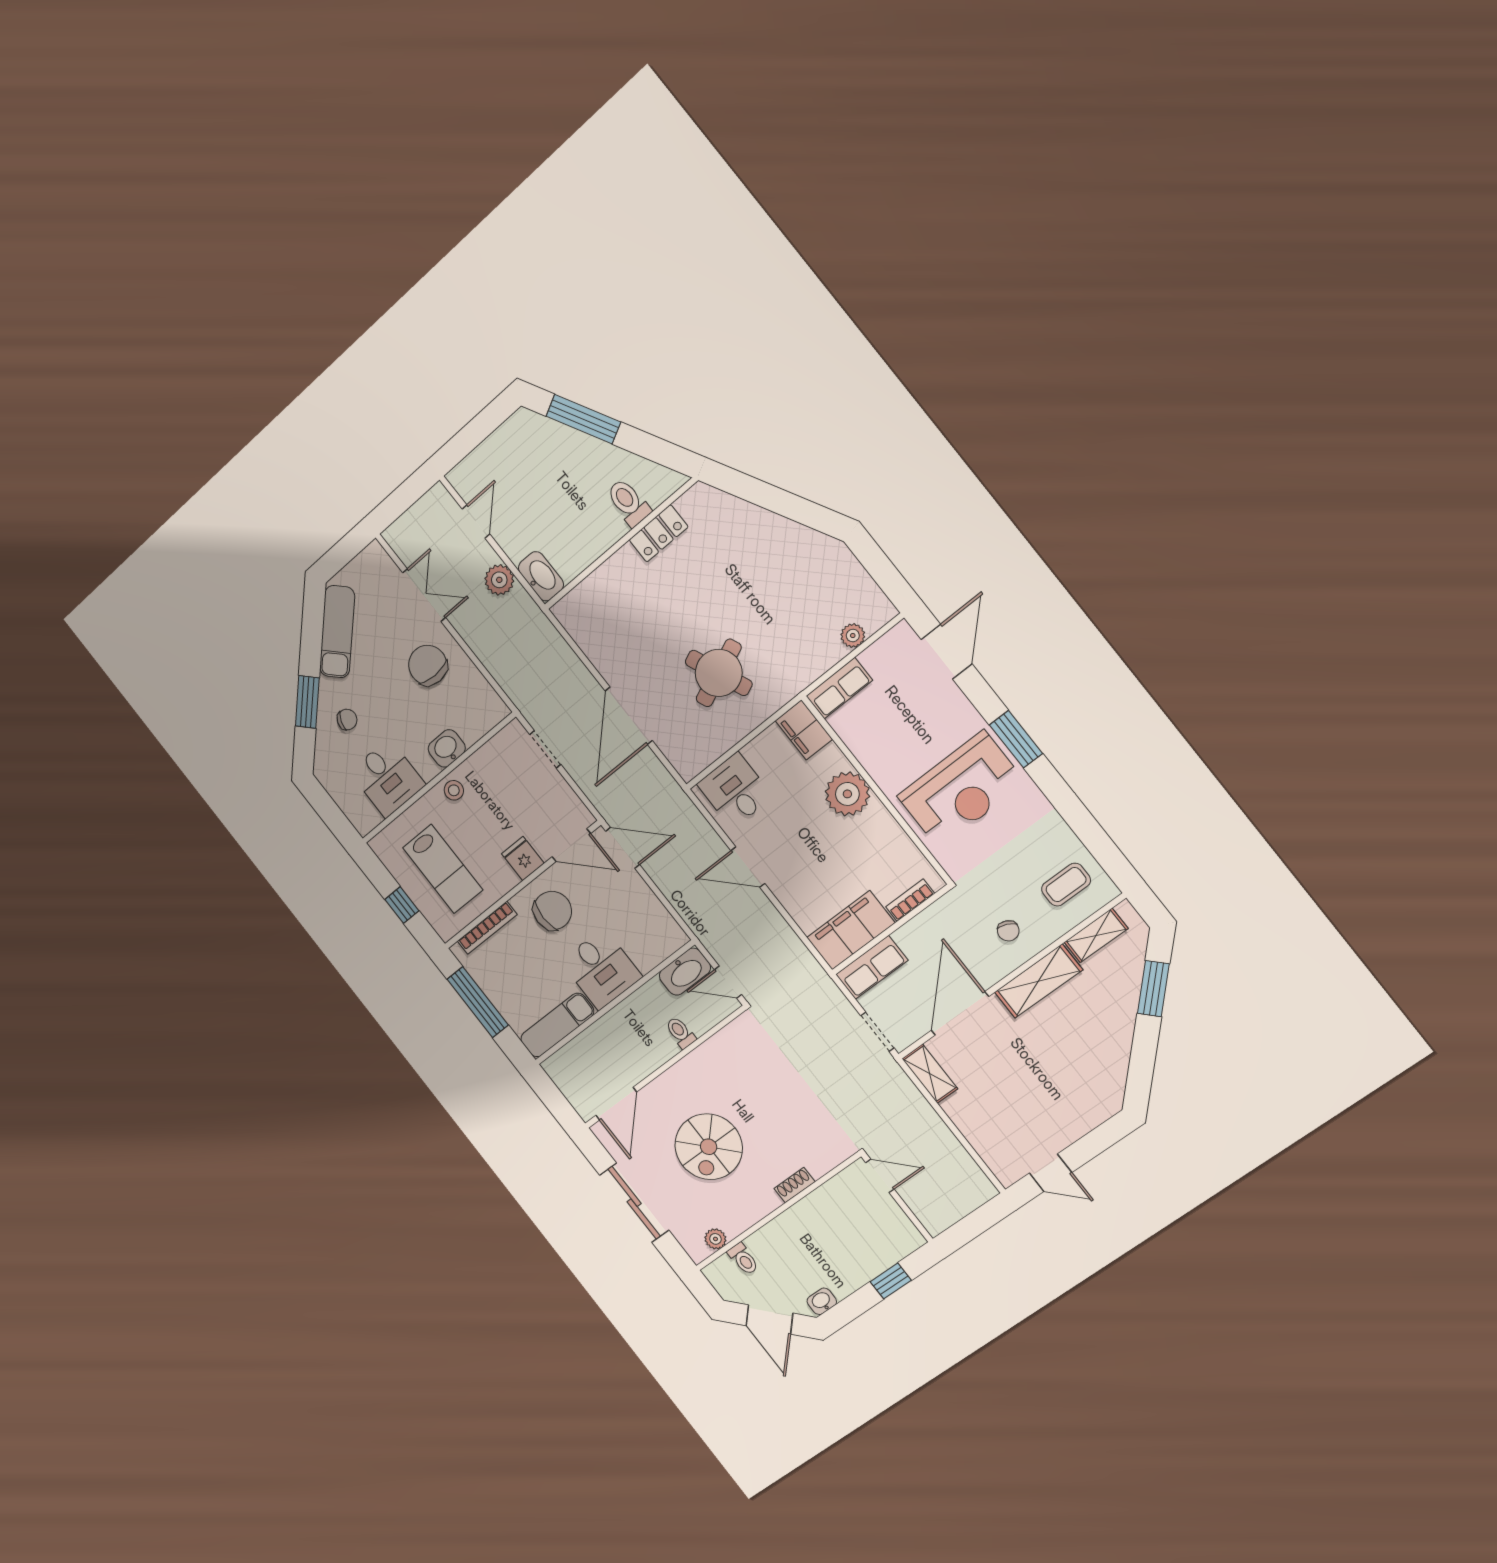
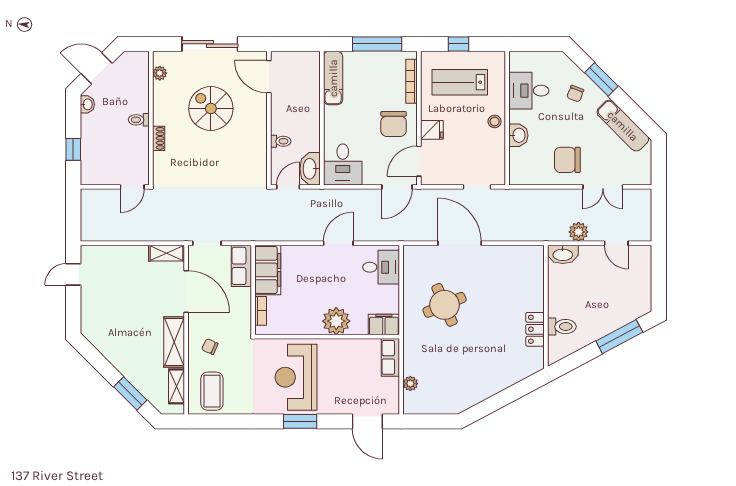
chair: (428, 665) -> (567, 160), turned 180
coffee table: (1066, 885) -> (212, 391), width x1.36, depth x1.30
desk: (601, 969) -> (343, 164), moved, turned -90
toilet: (743, 1259) -> (139, 120), moved

